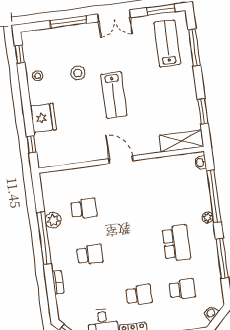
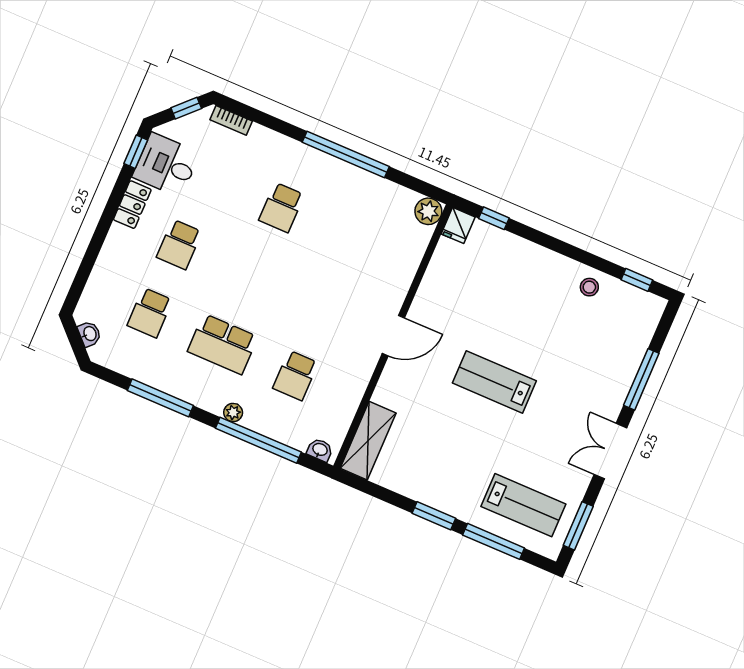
stool: (78, 73) -> (558, 349), removed
window: (203, 111) -> (434, 516), moved
fridge: (43, 118) -> (458, 225), moved, width x0.53, depth x0.75
school desk: (84, 208) -> (295, 375), moved
plant: (53, 220) -> (428, 211), moved
bookcase: (58, 282) -> (231, 120), moved

